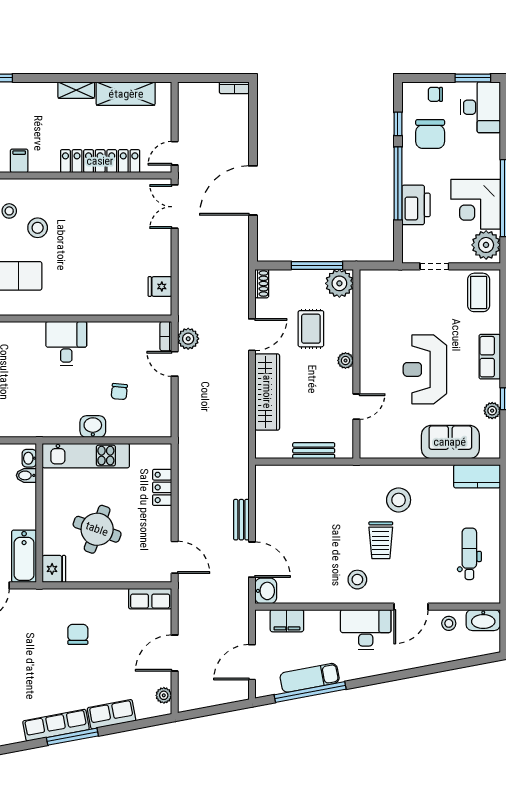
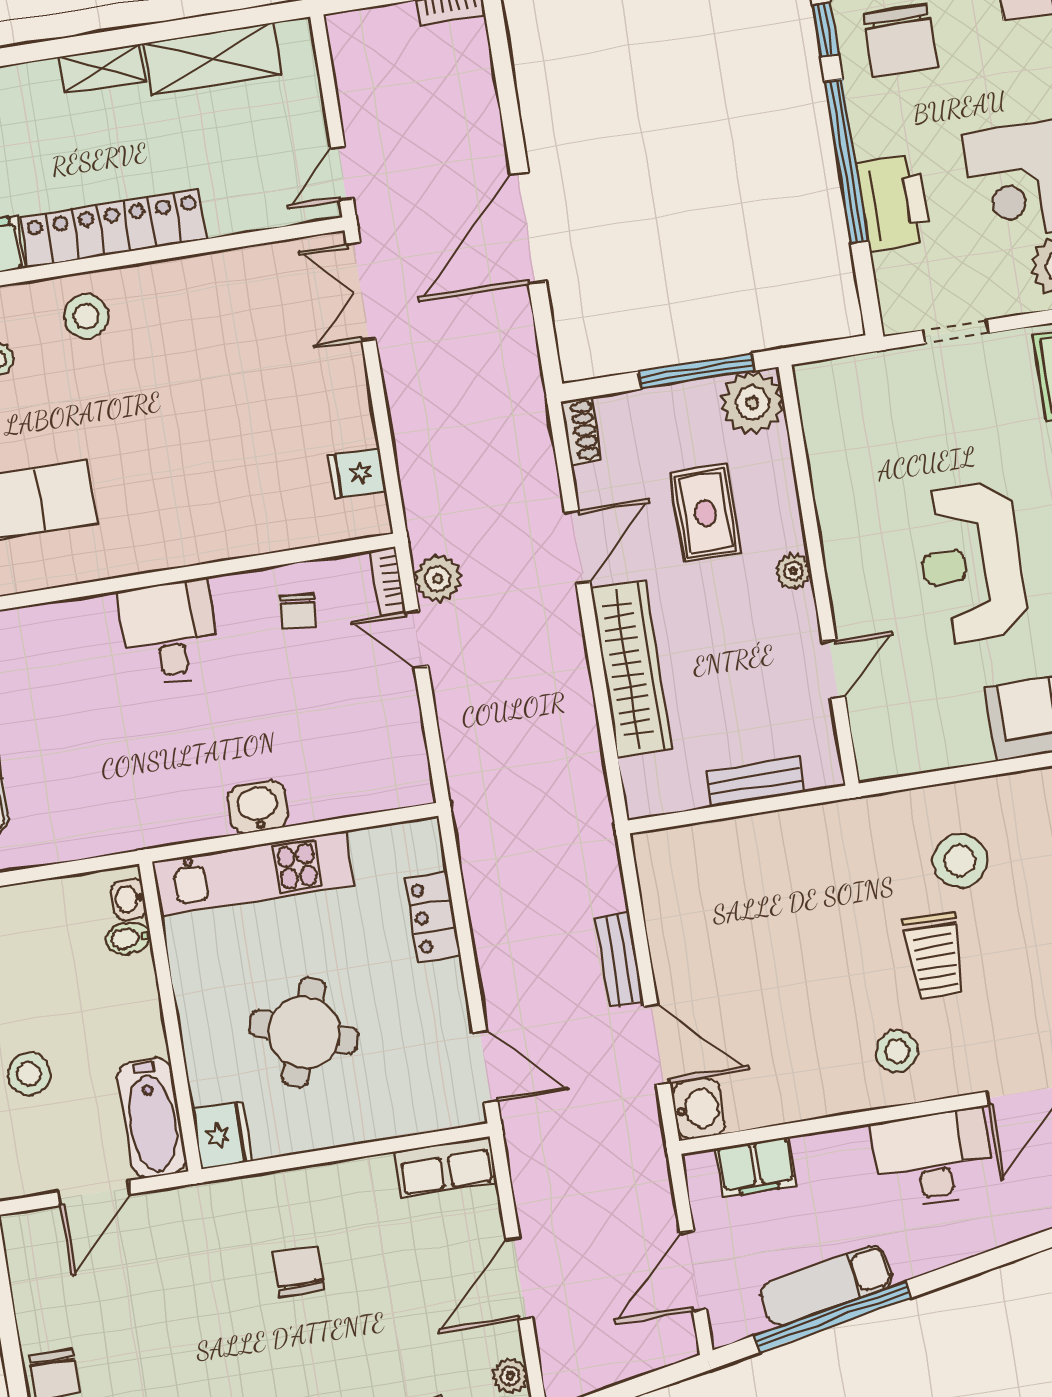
locker: (100, 161) -> (114, 228), moved
stool: (38, 228) -> (86, 316), moved
chair: (119, 392) -> (298, 612), moved

